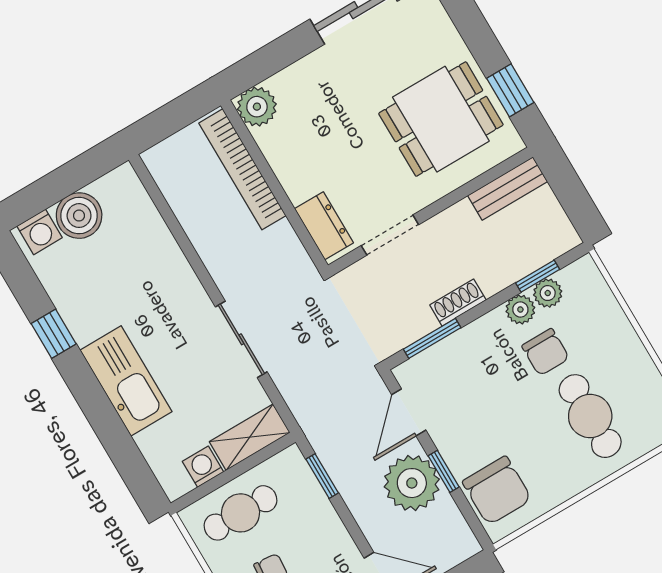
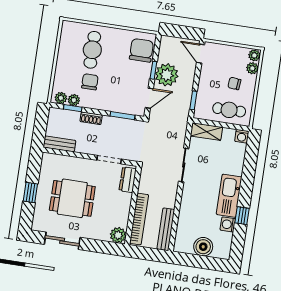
window: (510, 90) -> (30, 193), moved
dining table: (441, 119) -> (72, 198), moved
bench: (176, 191) -> (166, 229), added
washing machine: (39, 232) -> (228, 224), moved, turned -90
shoe rack: (458, 303) -> (91, 118), moved
plant: (520, 310) -> (61, 98), moved
kitchen sink: (126, 381) -> (229, 196), moved
washing machine: (203, 467) -> (242, 136), moved

